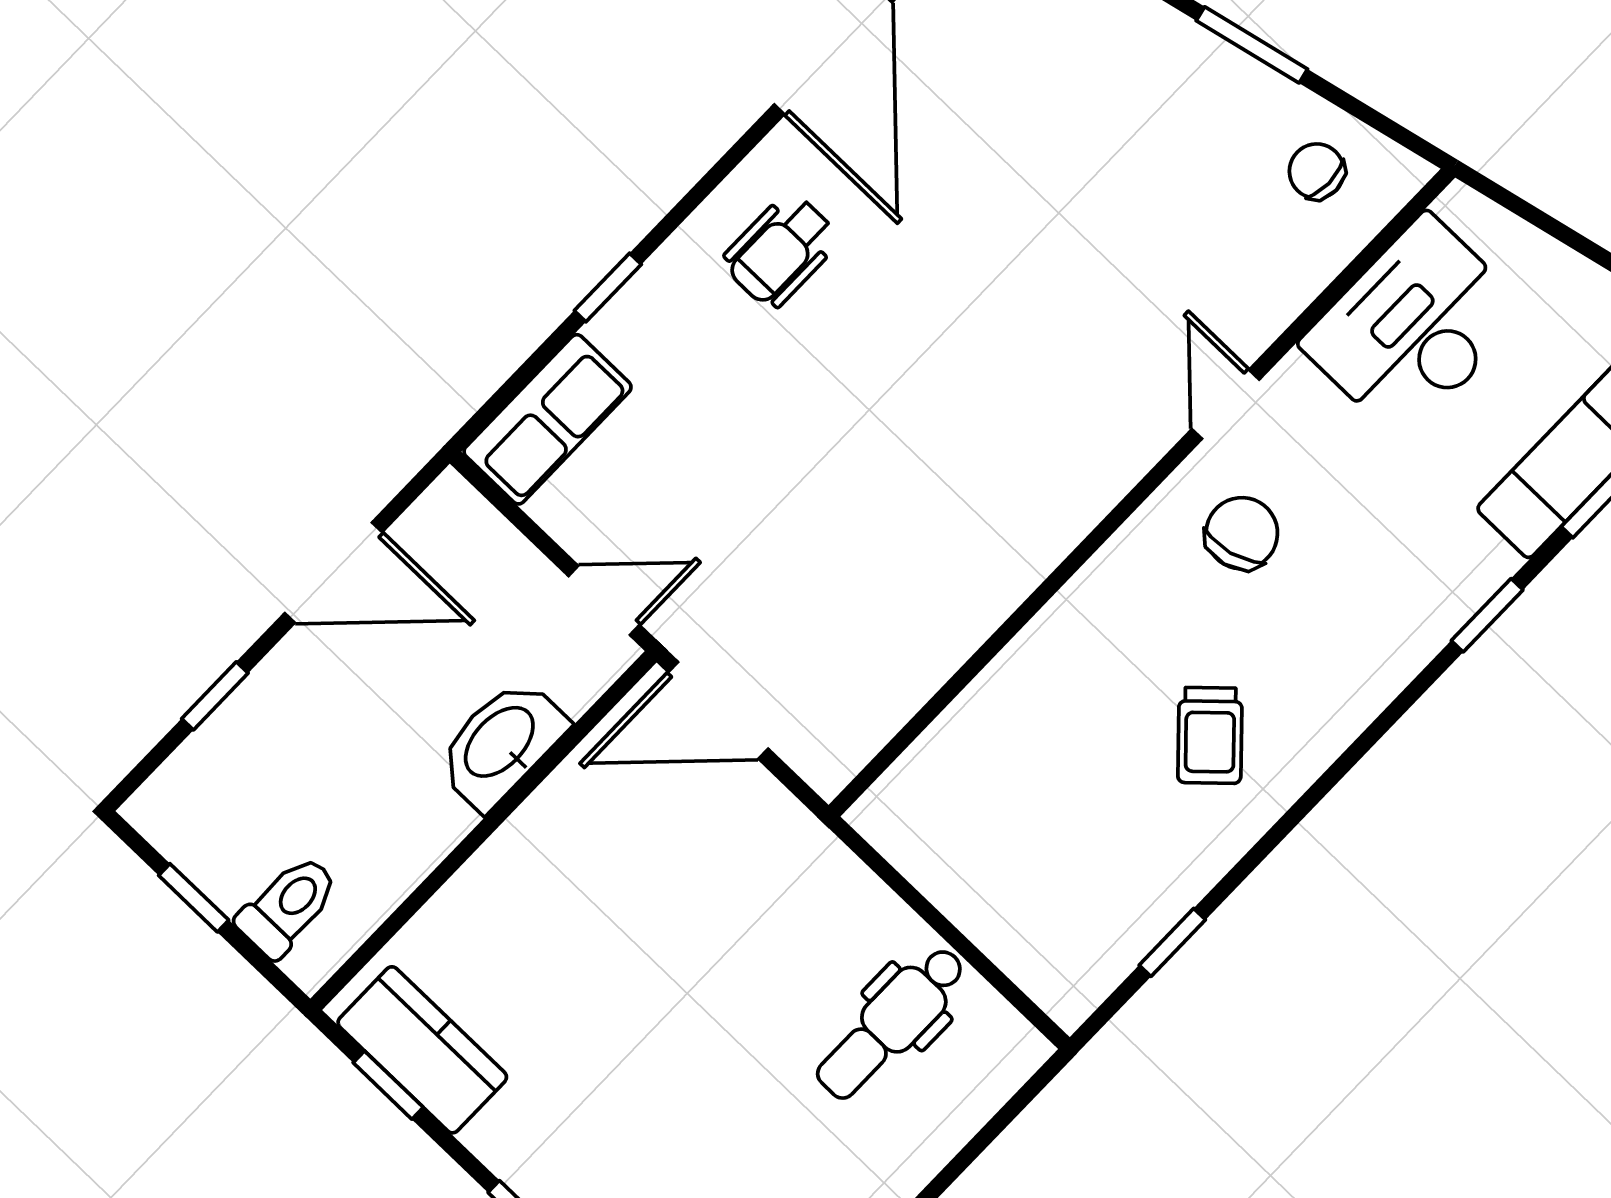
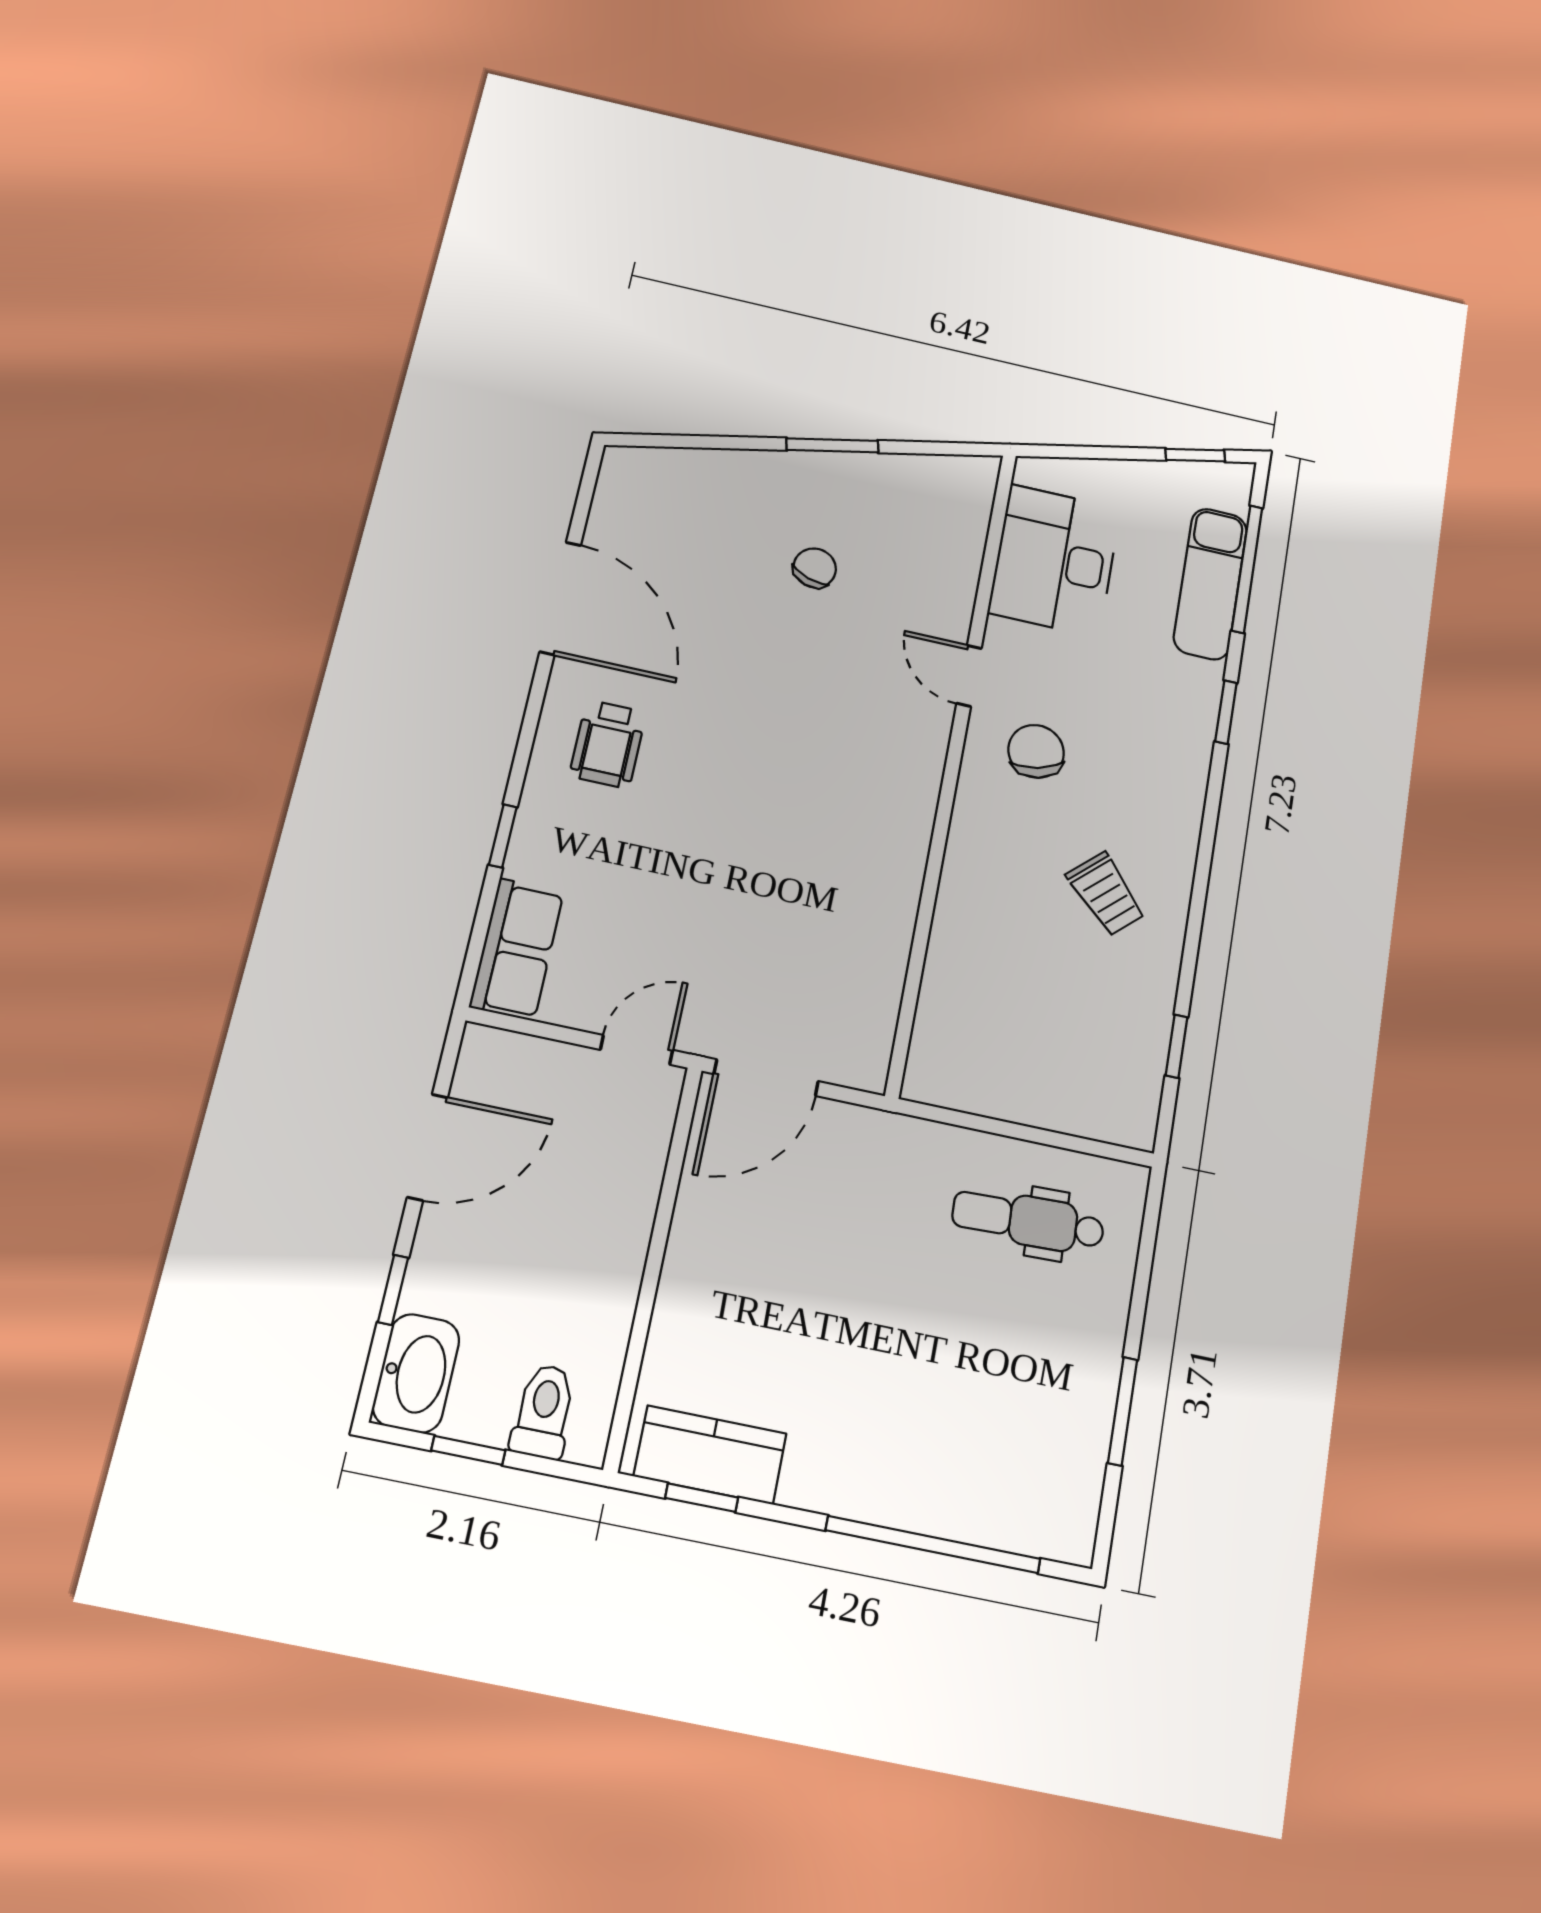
chair: (1317, 171) -> (815, 568), moved, turned 109
washbasin: (501, 744) -> (416, 1373), moved, turned 180
dental chair: (891, 1023) -> (1028, 1221), turned 88

